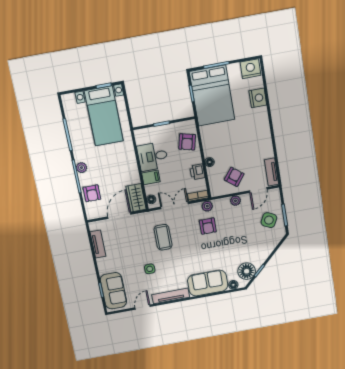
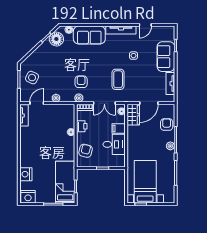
bed: (212, 96) -> (65, 182), width x0.67
armchair: (234, 177) -> (54, 117), removed
sofa: (113, 291) -> (166, 57), moved

